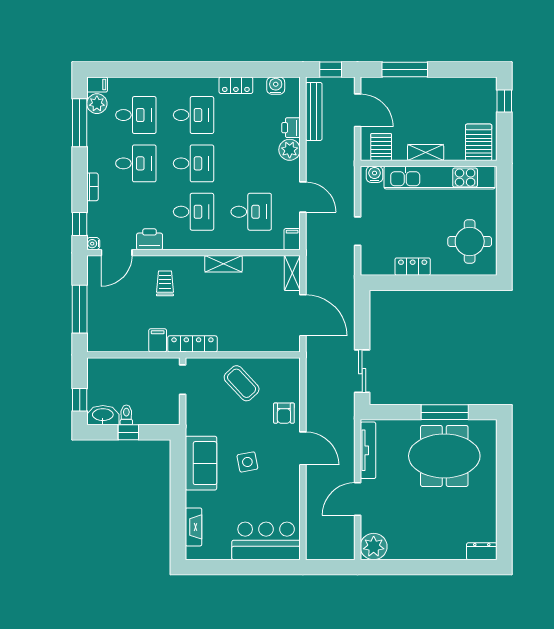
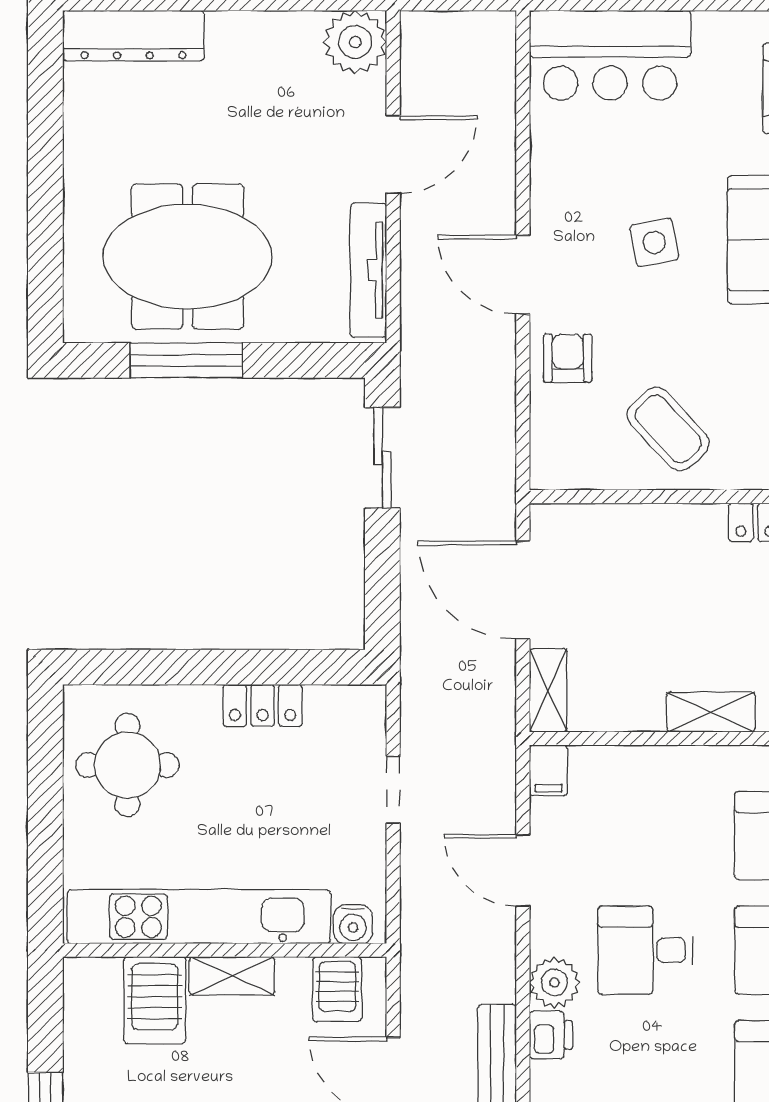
server rack: (479, 142) -> (155, 1000), moved
desk: (251, 212) -> (645, 950), moved
dresser: (482, 551) -> (133, 36), width x1.96, depth x1.24

